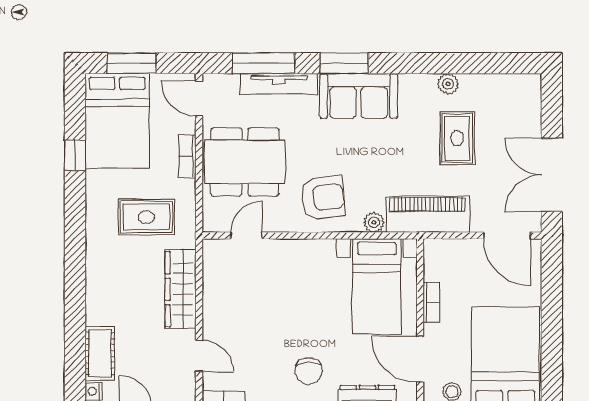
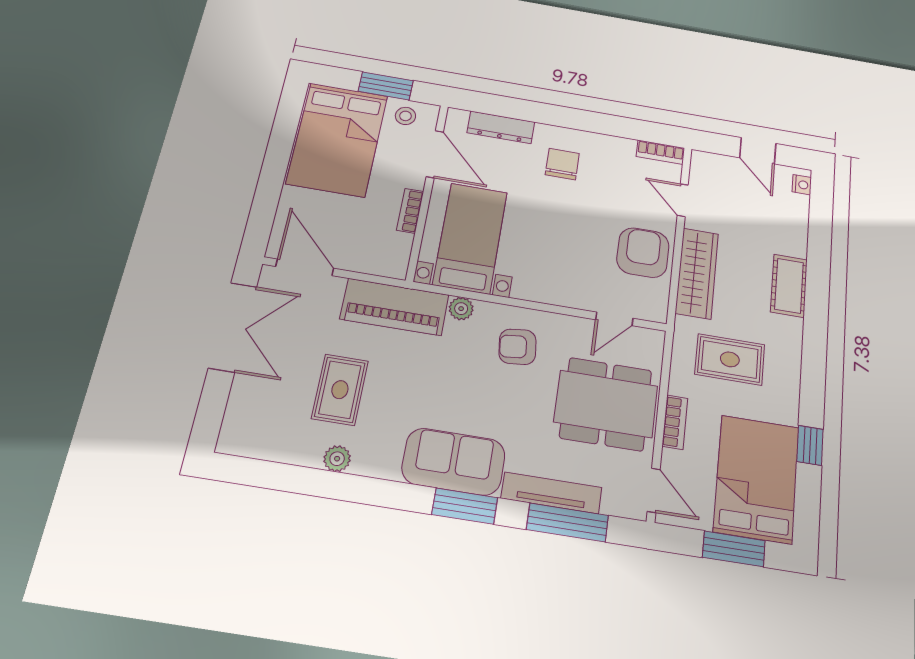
armchair: (323, 198) -> (517, 347), width x0.72, depth x0.72
armchair: (229, 300) -> (643, 253), added
cot: (100, 353) -> (789, 286), moved

